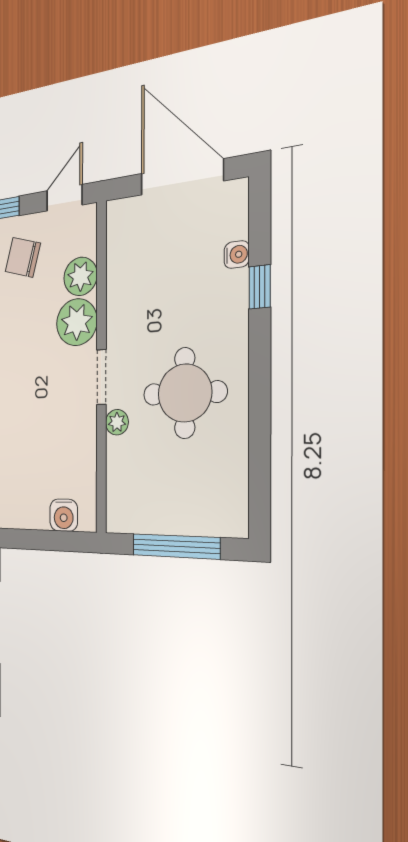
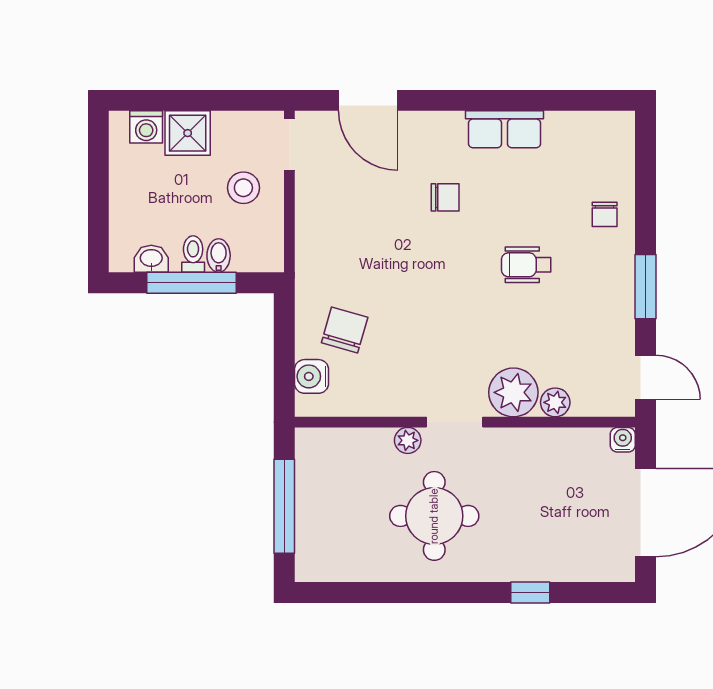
water cooler: (237, 255) -> (623, 440), moved, turned 180
chair: (23, 257) -> (345, 330), moved
plant: (80, 276) -> (555, 402), width x0.73, depth x0.73

